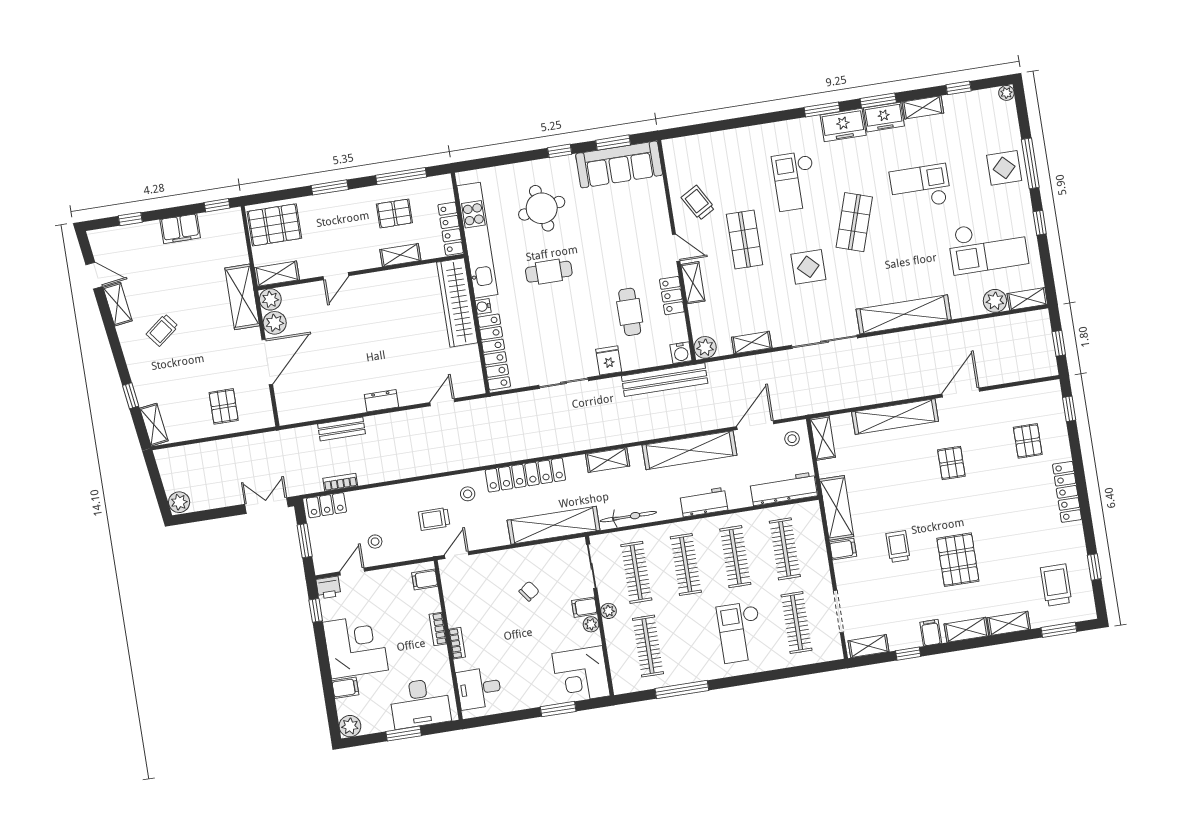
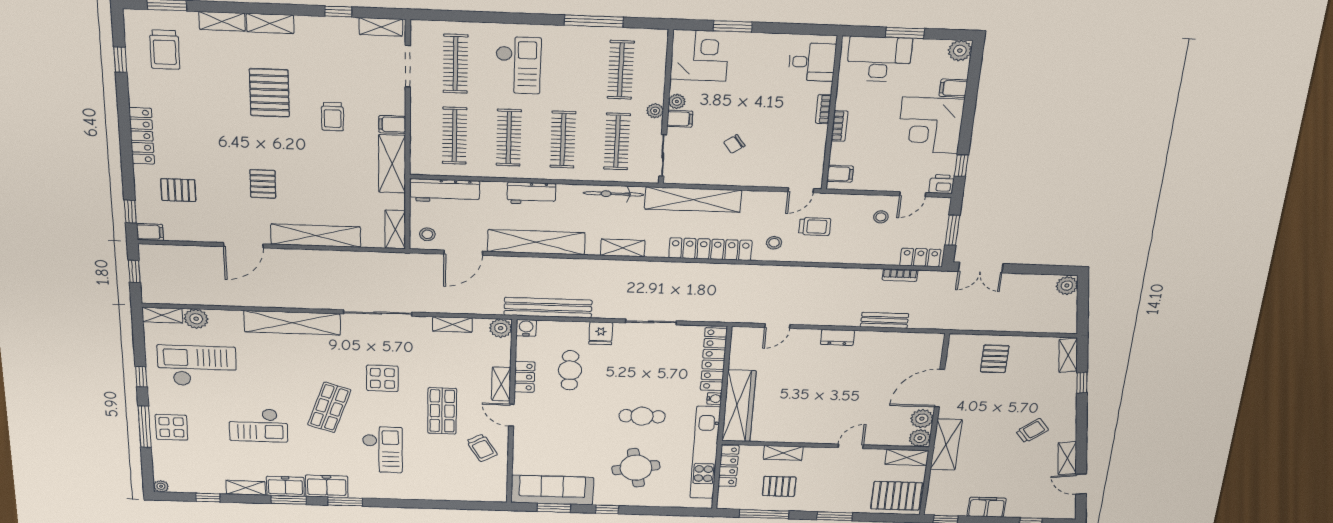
pallet: (1028, 441) -> (178, 190), turned 90
filing cabinet: (931, 633) -> (150, 232), moved, turned -90

